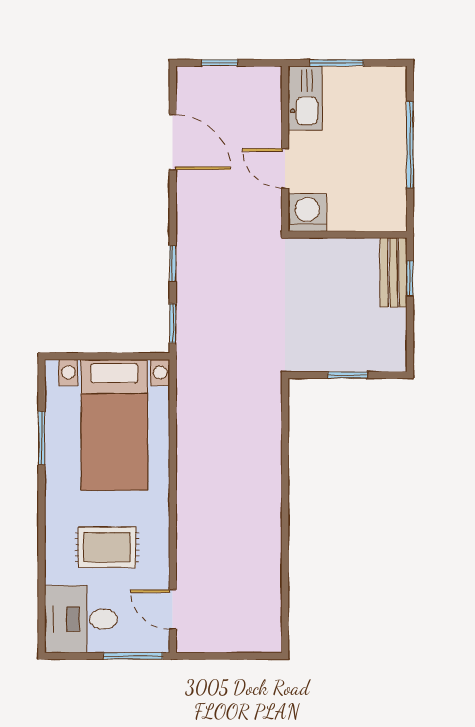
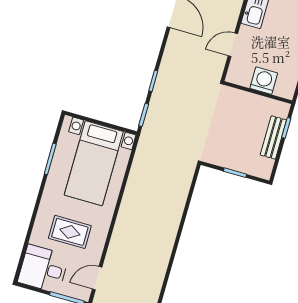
door: (285, 168) -> (233, 45), hinge flipped
washing machine: (307, 212) -> (264, 81), moved
bench: (394, 272) -> (273, 137), moved
door: (173, 609) -> (97, 278), hinge flipped

